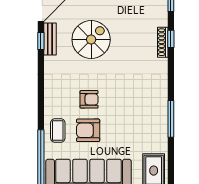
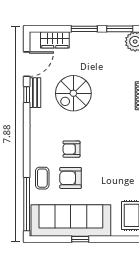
spiral stairs: (91, 40) -> (73, 93), turned 180
armchair: (89, 99) -> (71, 149), turned 180

